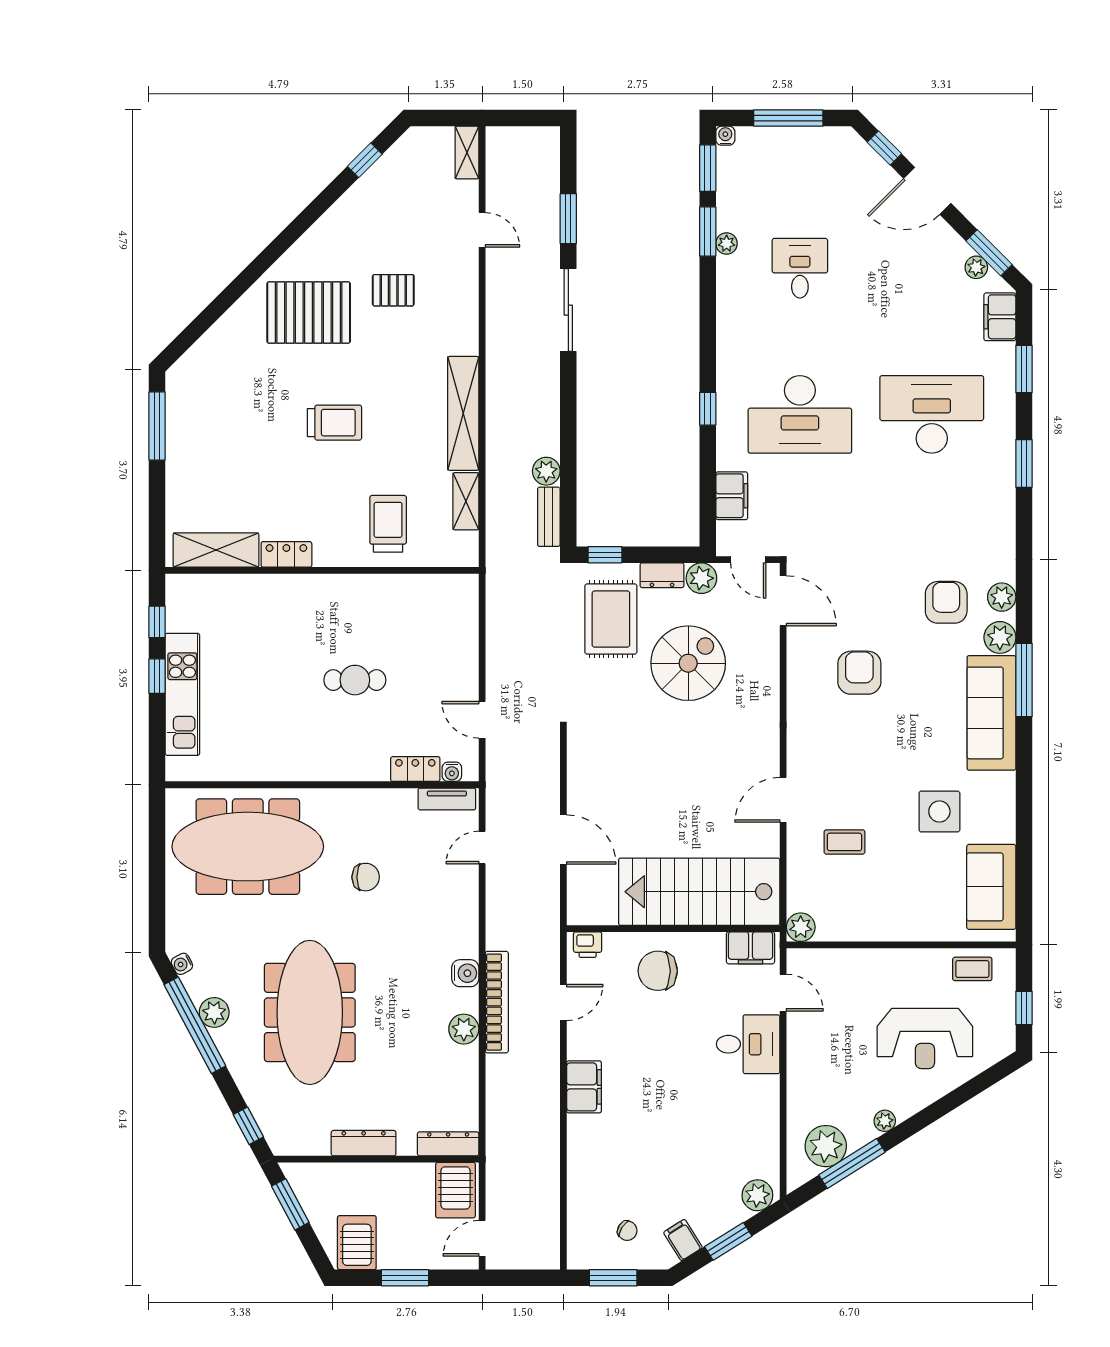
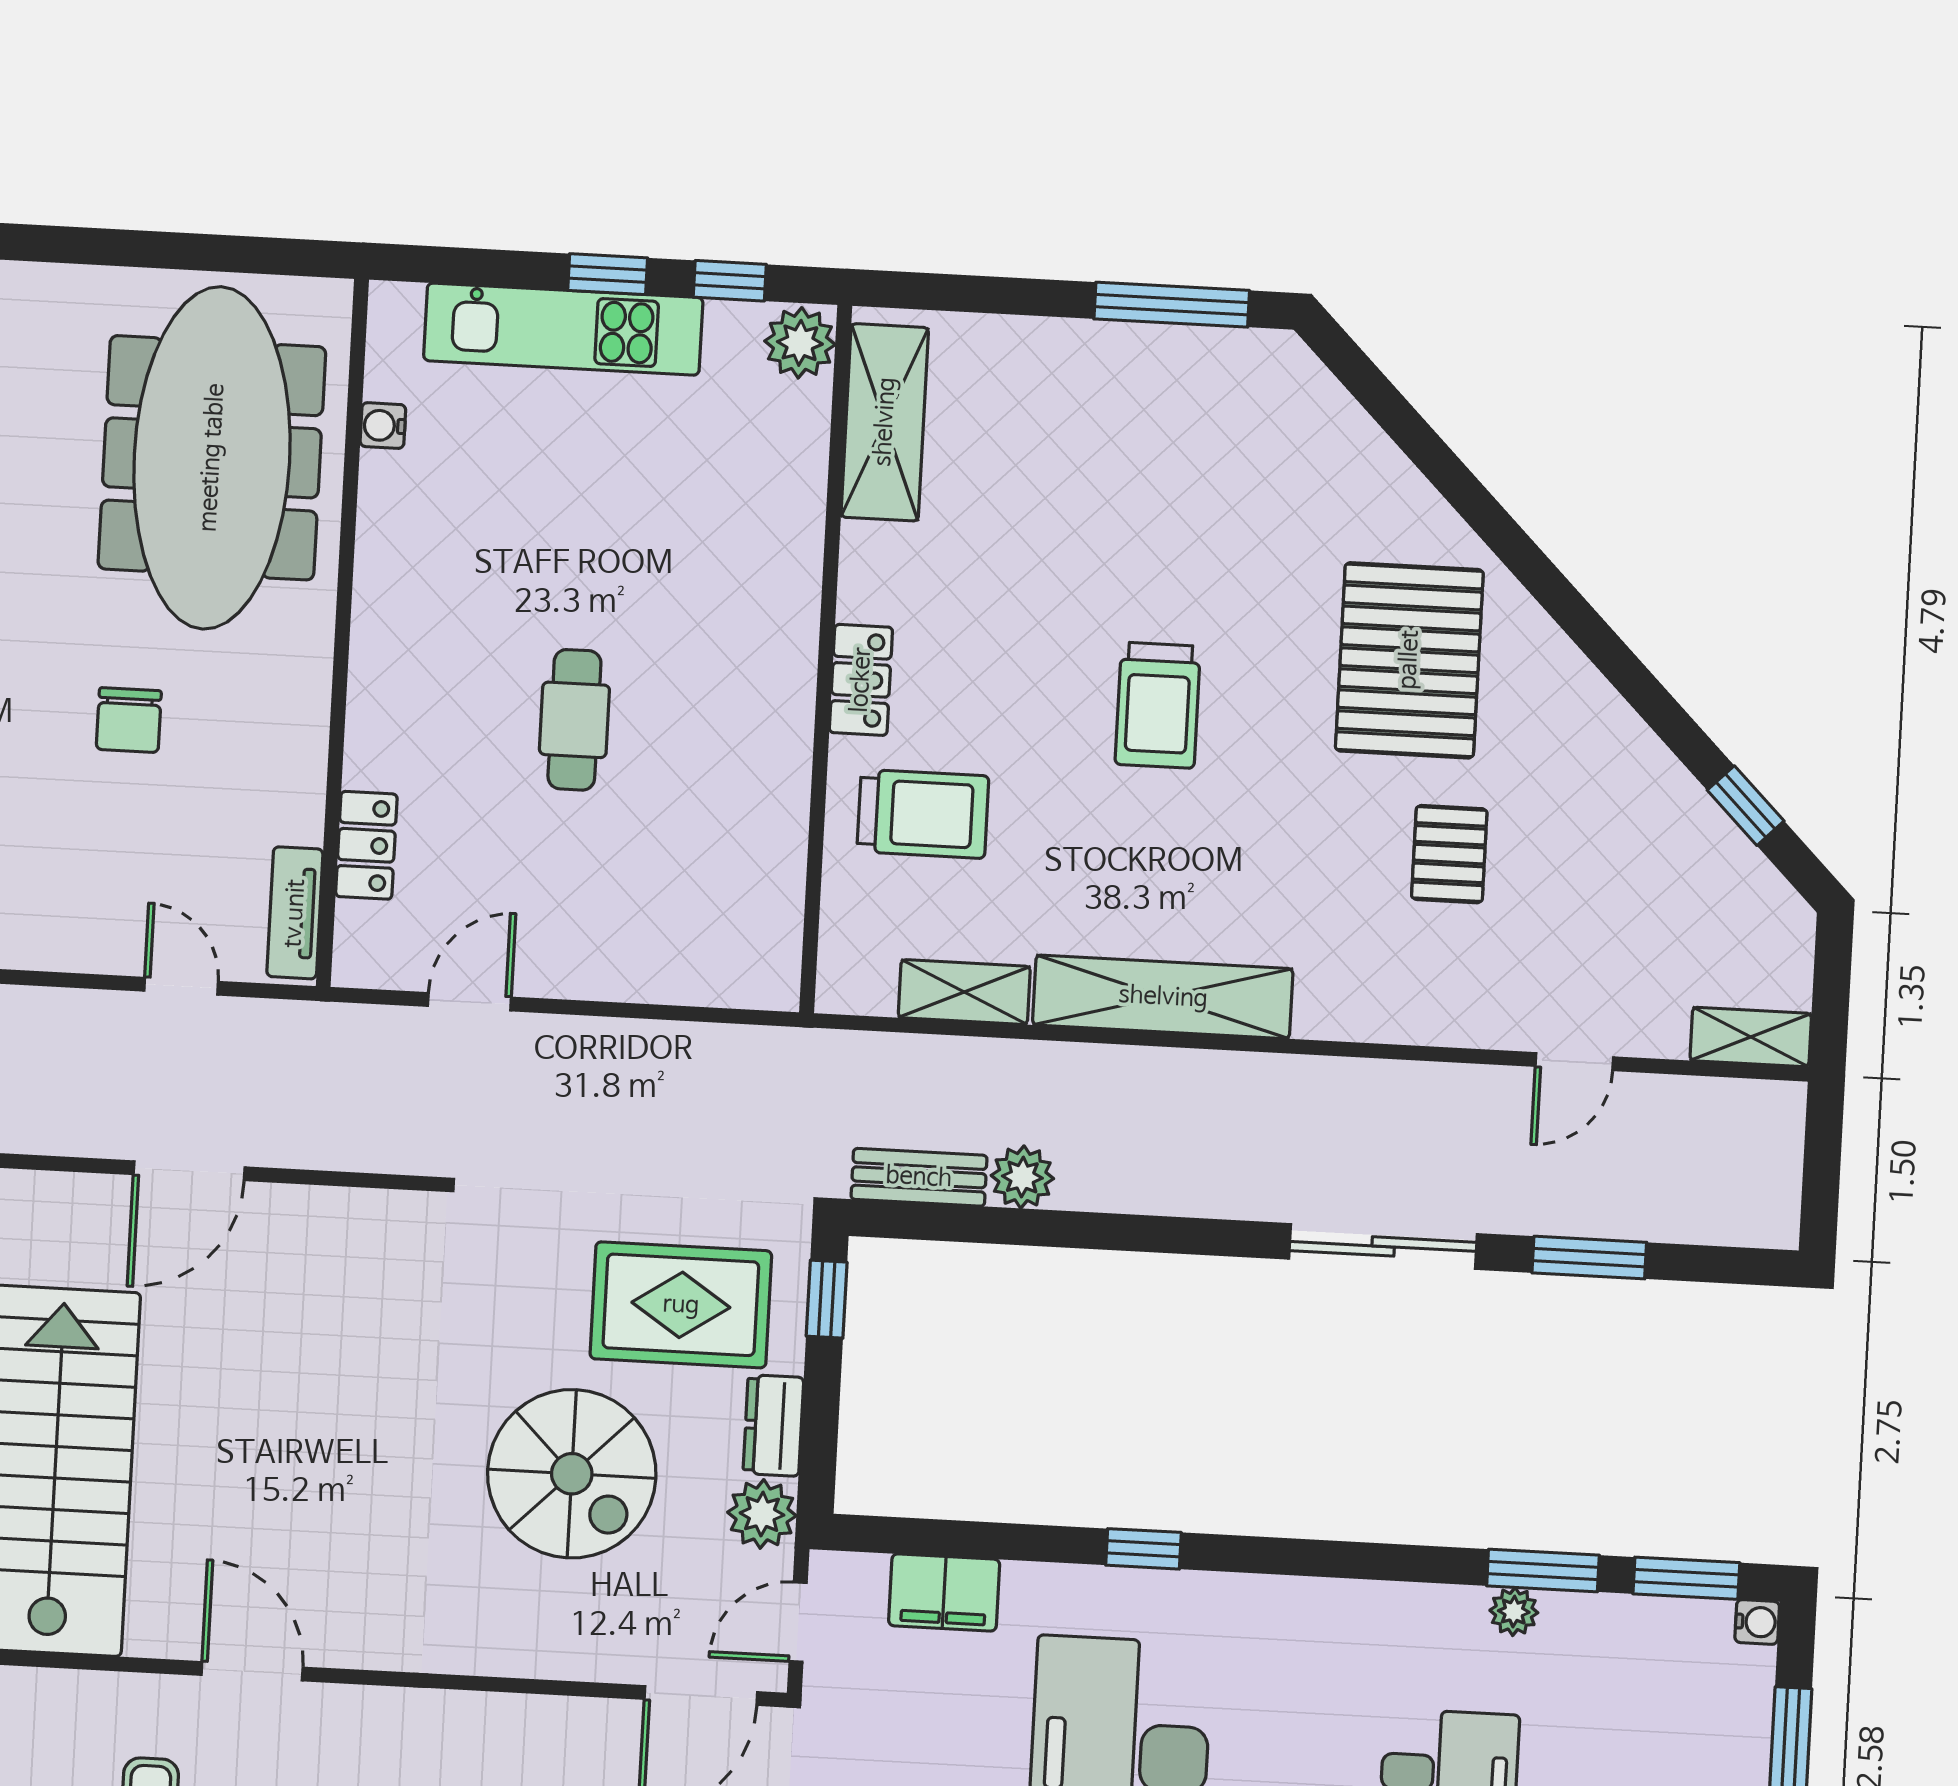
locker: (286, 554) -> (861, 680), moved
plant: (183, 589) -> (800, 343), added
water cooler: (452, 772) -> (383, 426), moved

